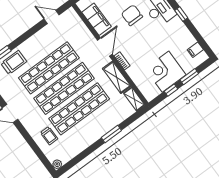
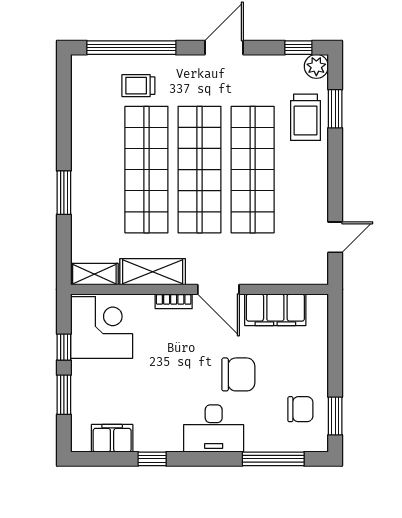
window: (181, 14) -> (152, 459), moved
filing cabinet: (195, 50) -> (112, 438), width x2.00
corner desk: (166, 72) -> (102, 328), moved
window: (36, 149) -> (131, 48), added
plant: (57, 164) -> (80, 64), removed

